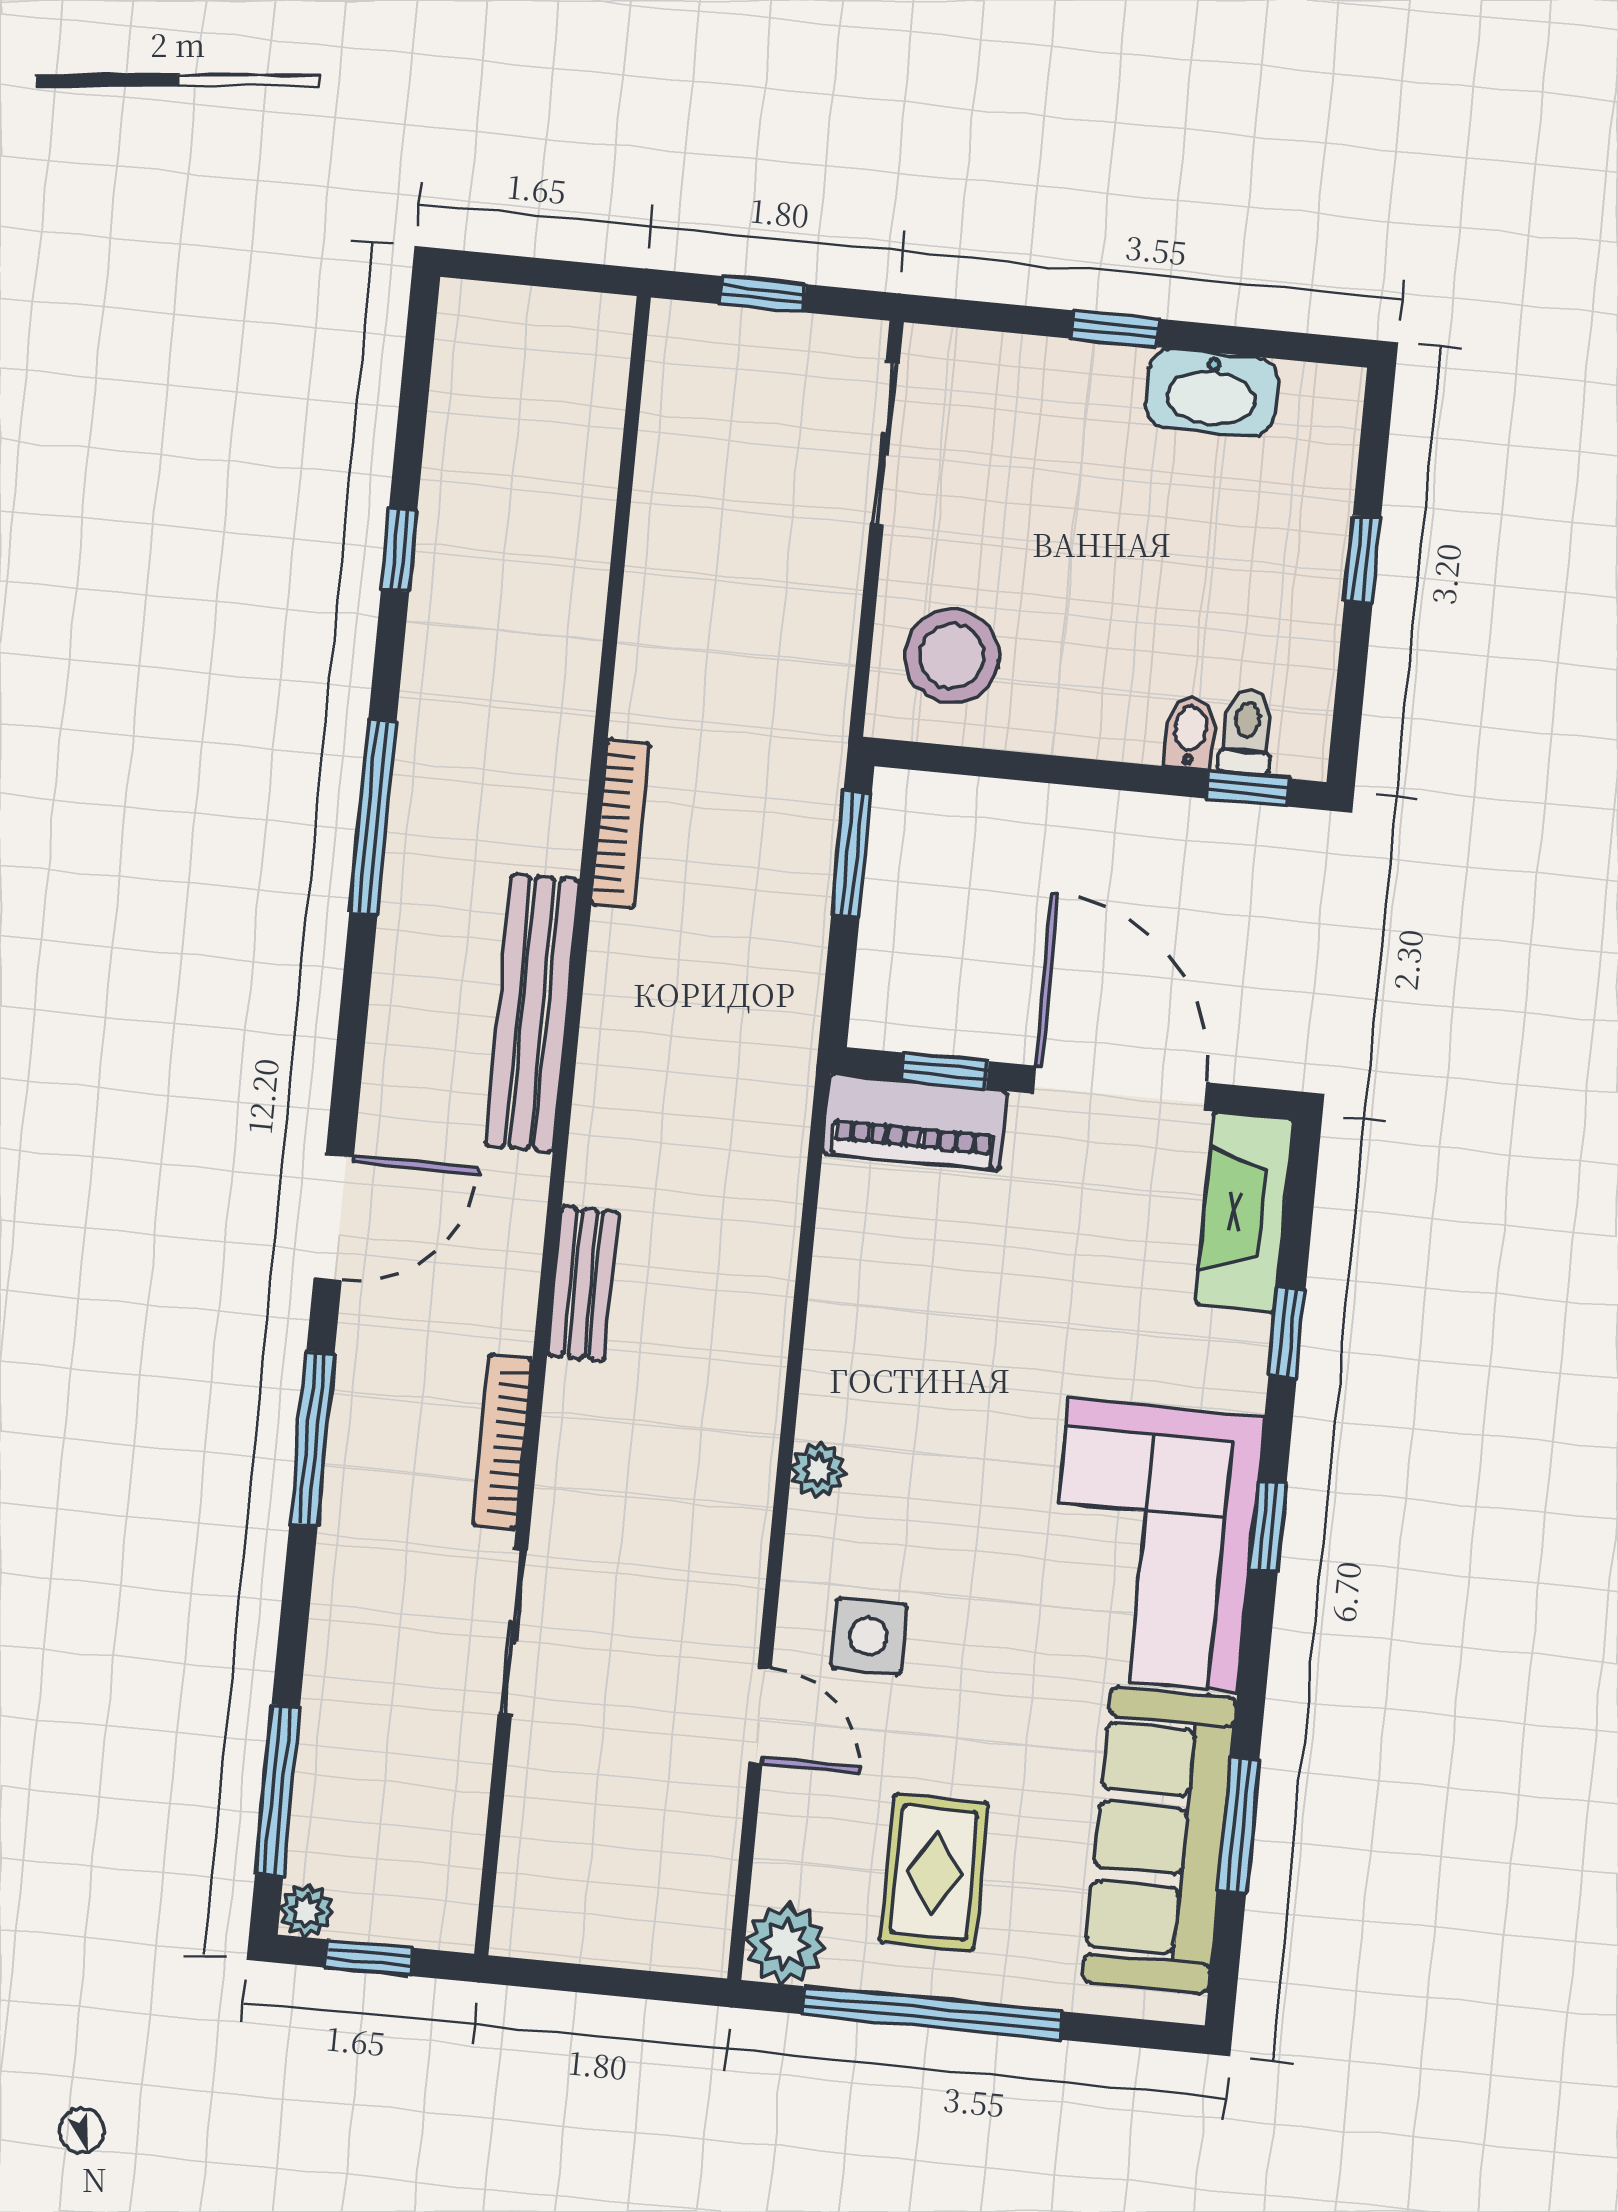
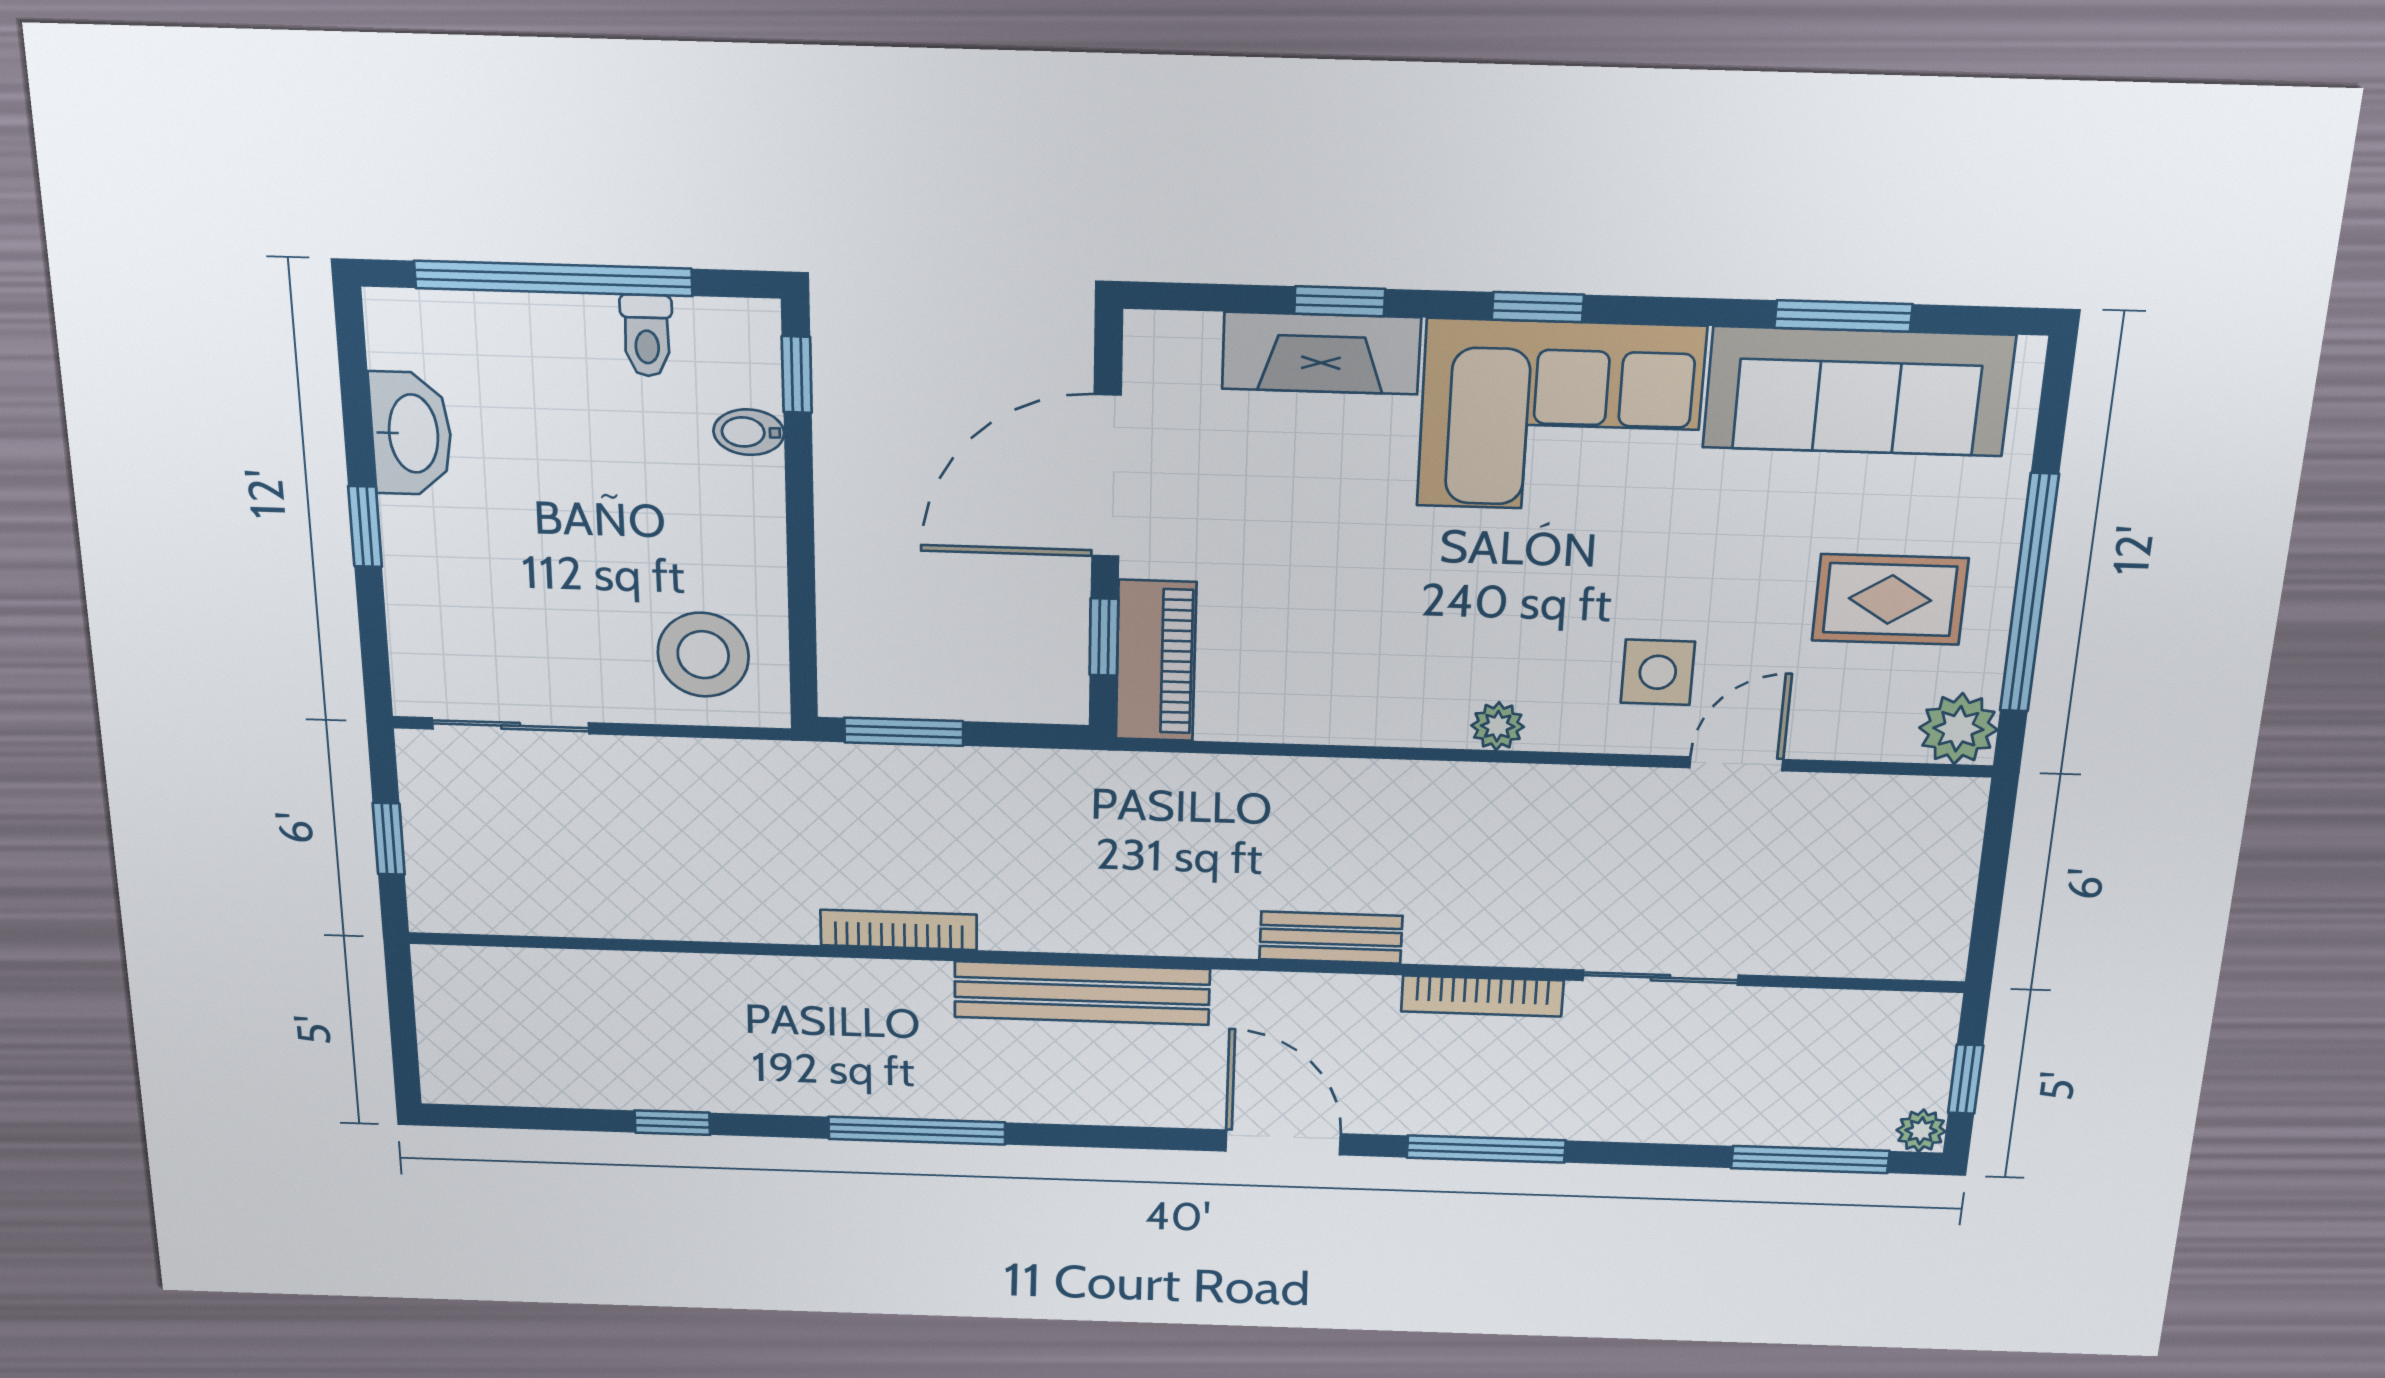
window: (1363, 560) -> (553, 278), width x3.17
toilet: (1246, 732) -> (647, 336), moved, turned -90
fireplace: (1244, 1212) -> (1321, 353), moved

